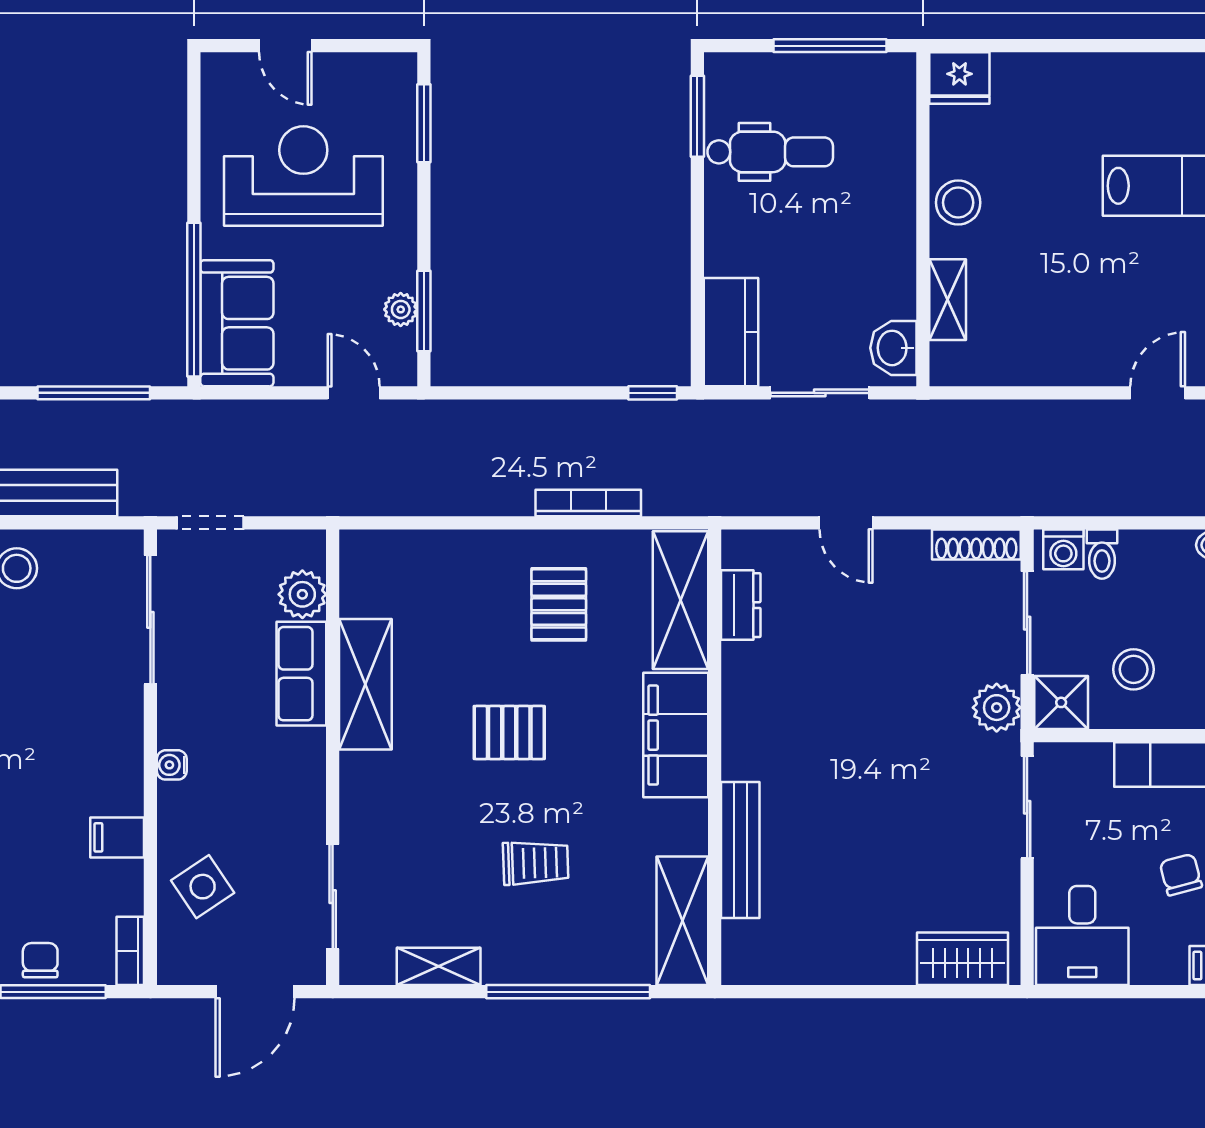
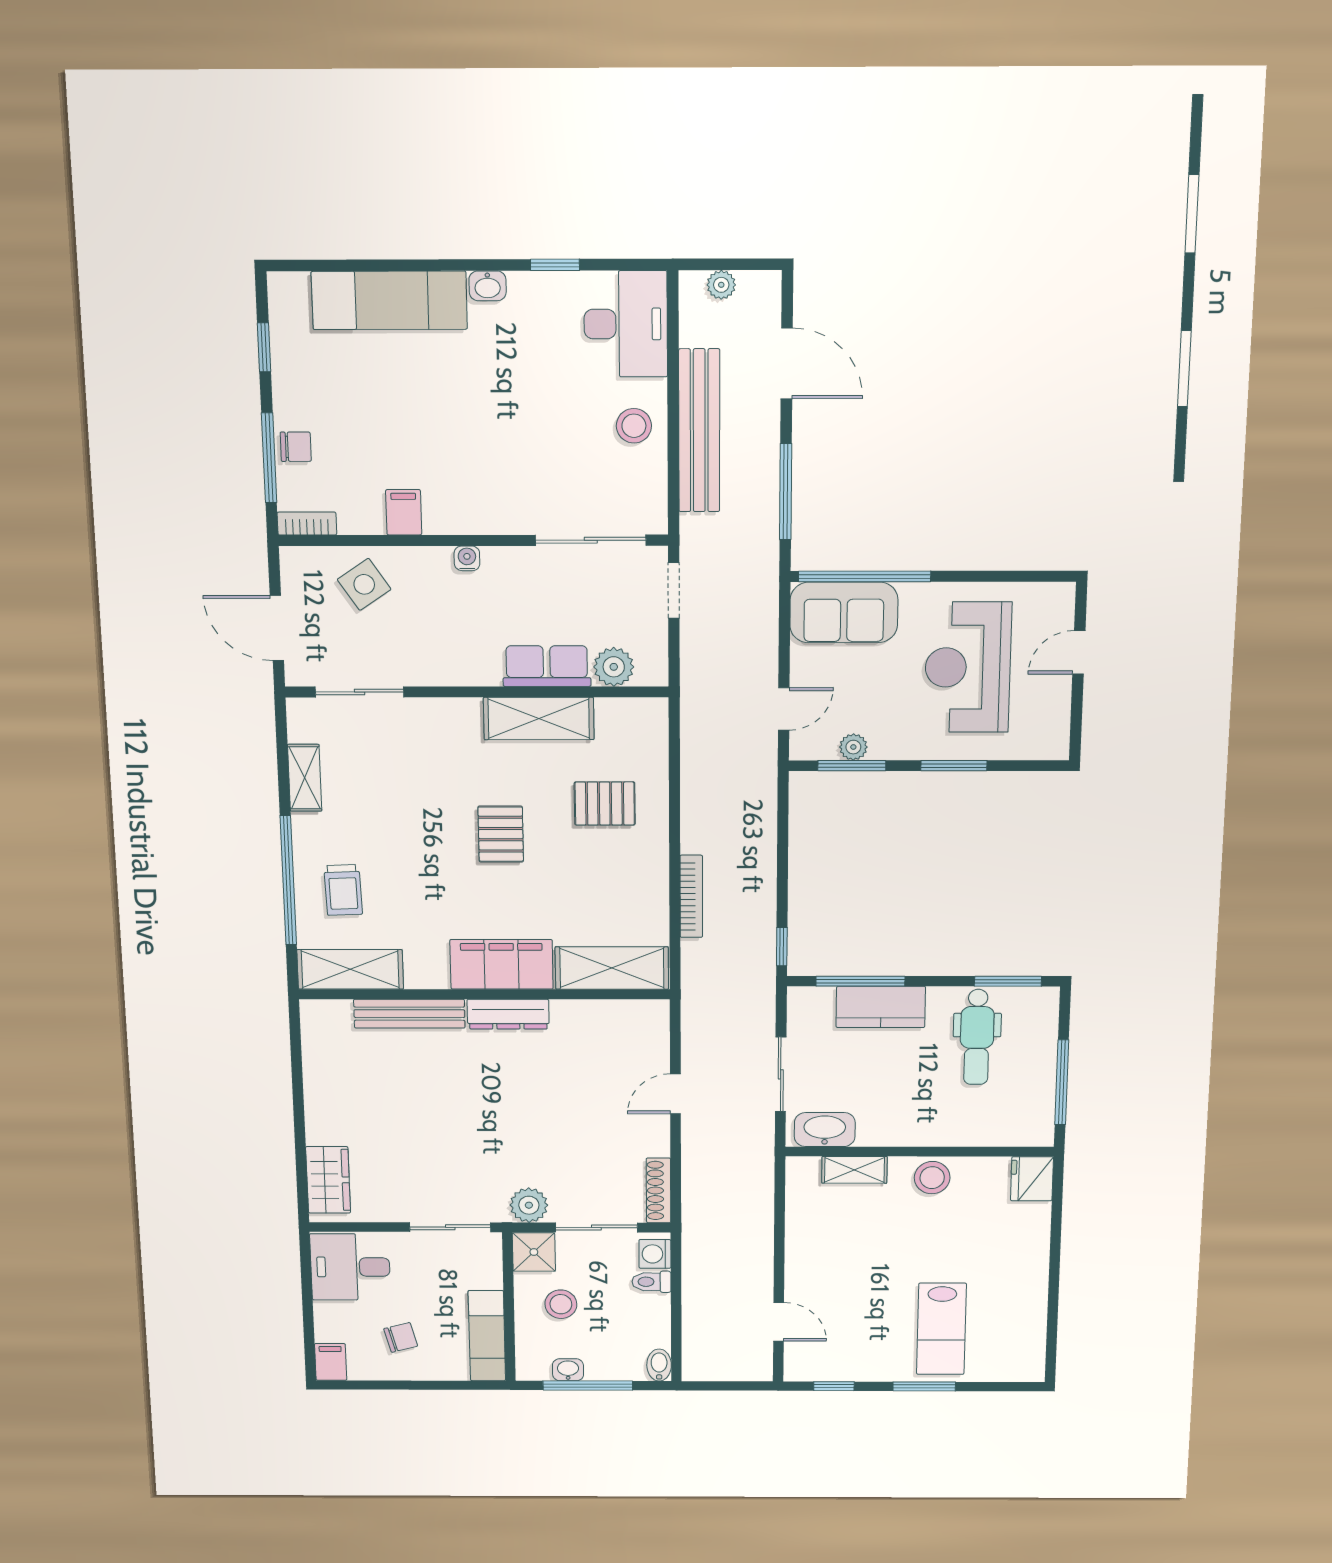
window: (424, 123) -> (954, 766), moved
reception desk: (303, 176) -> (968, 667), turned 180
window: (697, 296) -> (860, 981), added
kitchen counter: (731, 332) -> (881, 1007), moved
washbasin: (893, 348) -> (825, 1130), width x1.38
pallet: (559, 604) -> (605, 804), moved
dresser: (741, 605) -> (508, 1014), moved, width x1.44
trolley: (536, 863) -> (343, 890), moved

